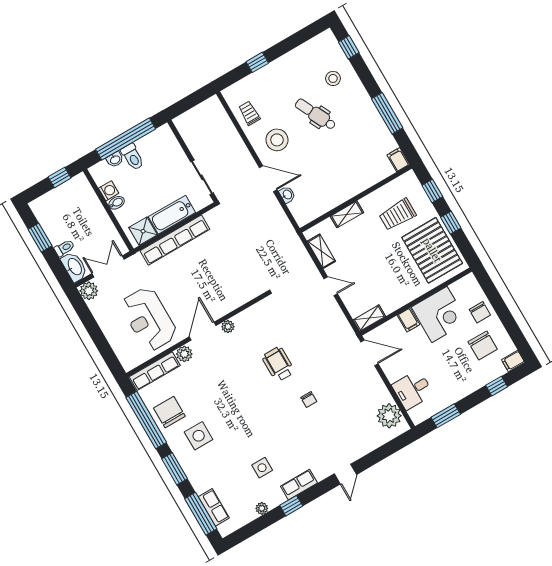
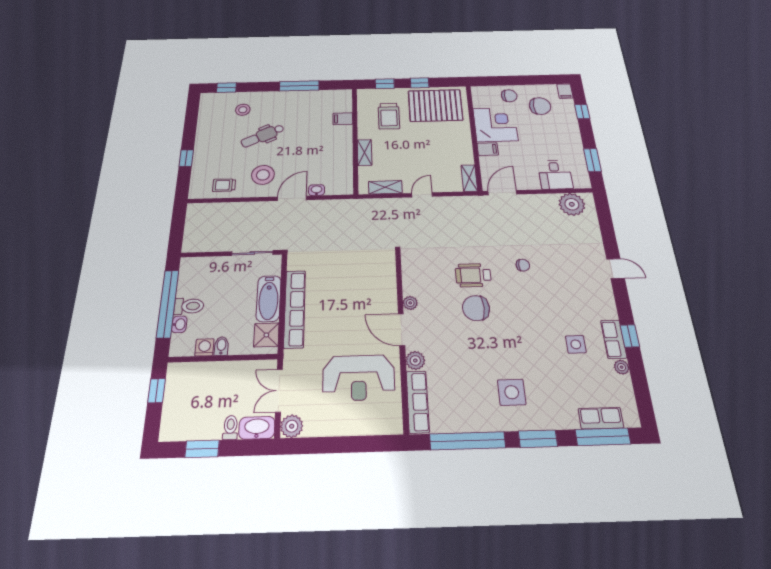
filing cabinet: (398, 160) -> (343, 119), moved
chair: (169, 412) -> (476, 308), moved
row of seats: (299, 485) -> (614, 339), moved

